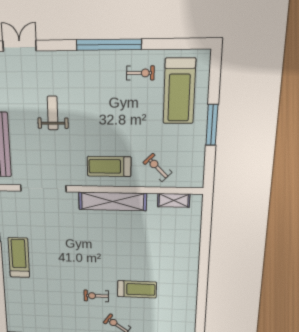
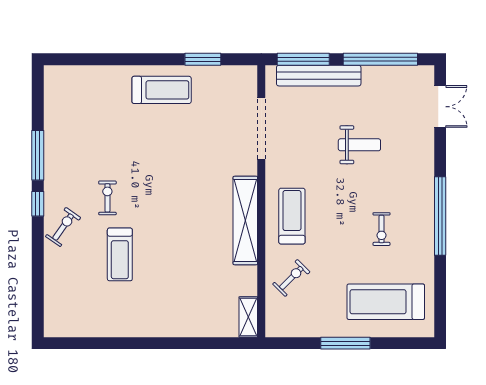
exercise bike: (140, 73) -> (381, 229), moved
shelving: (174, 200) -> (248, 317), moved

